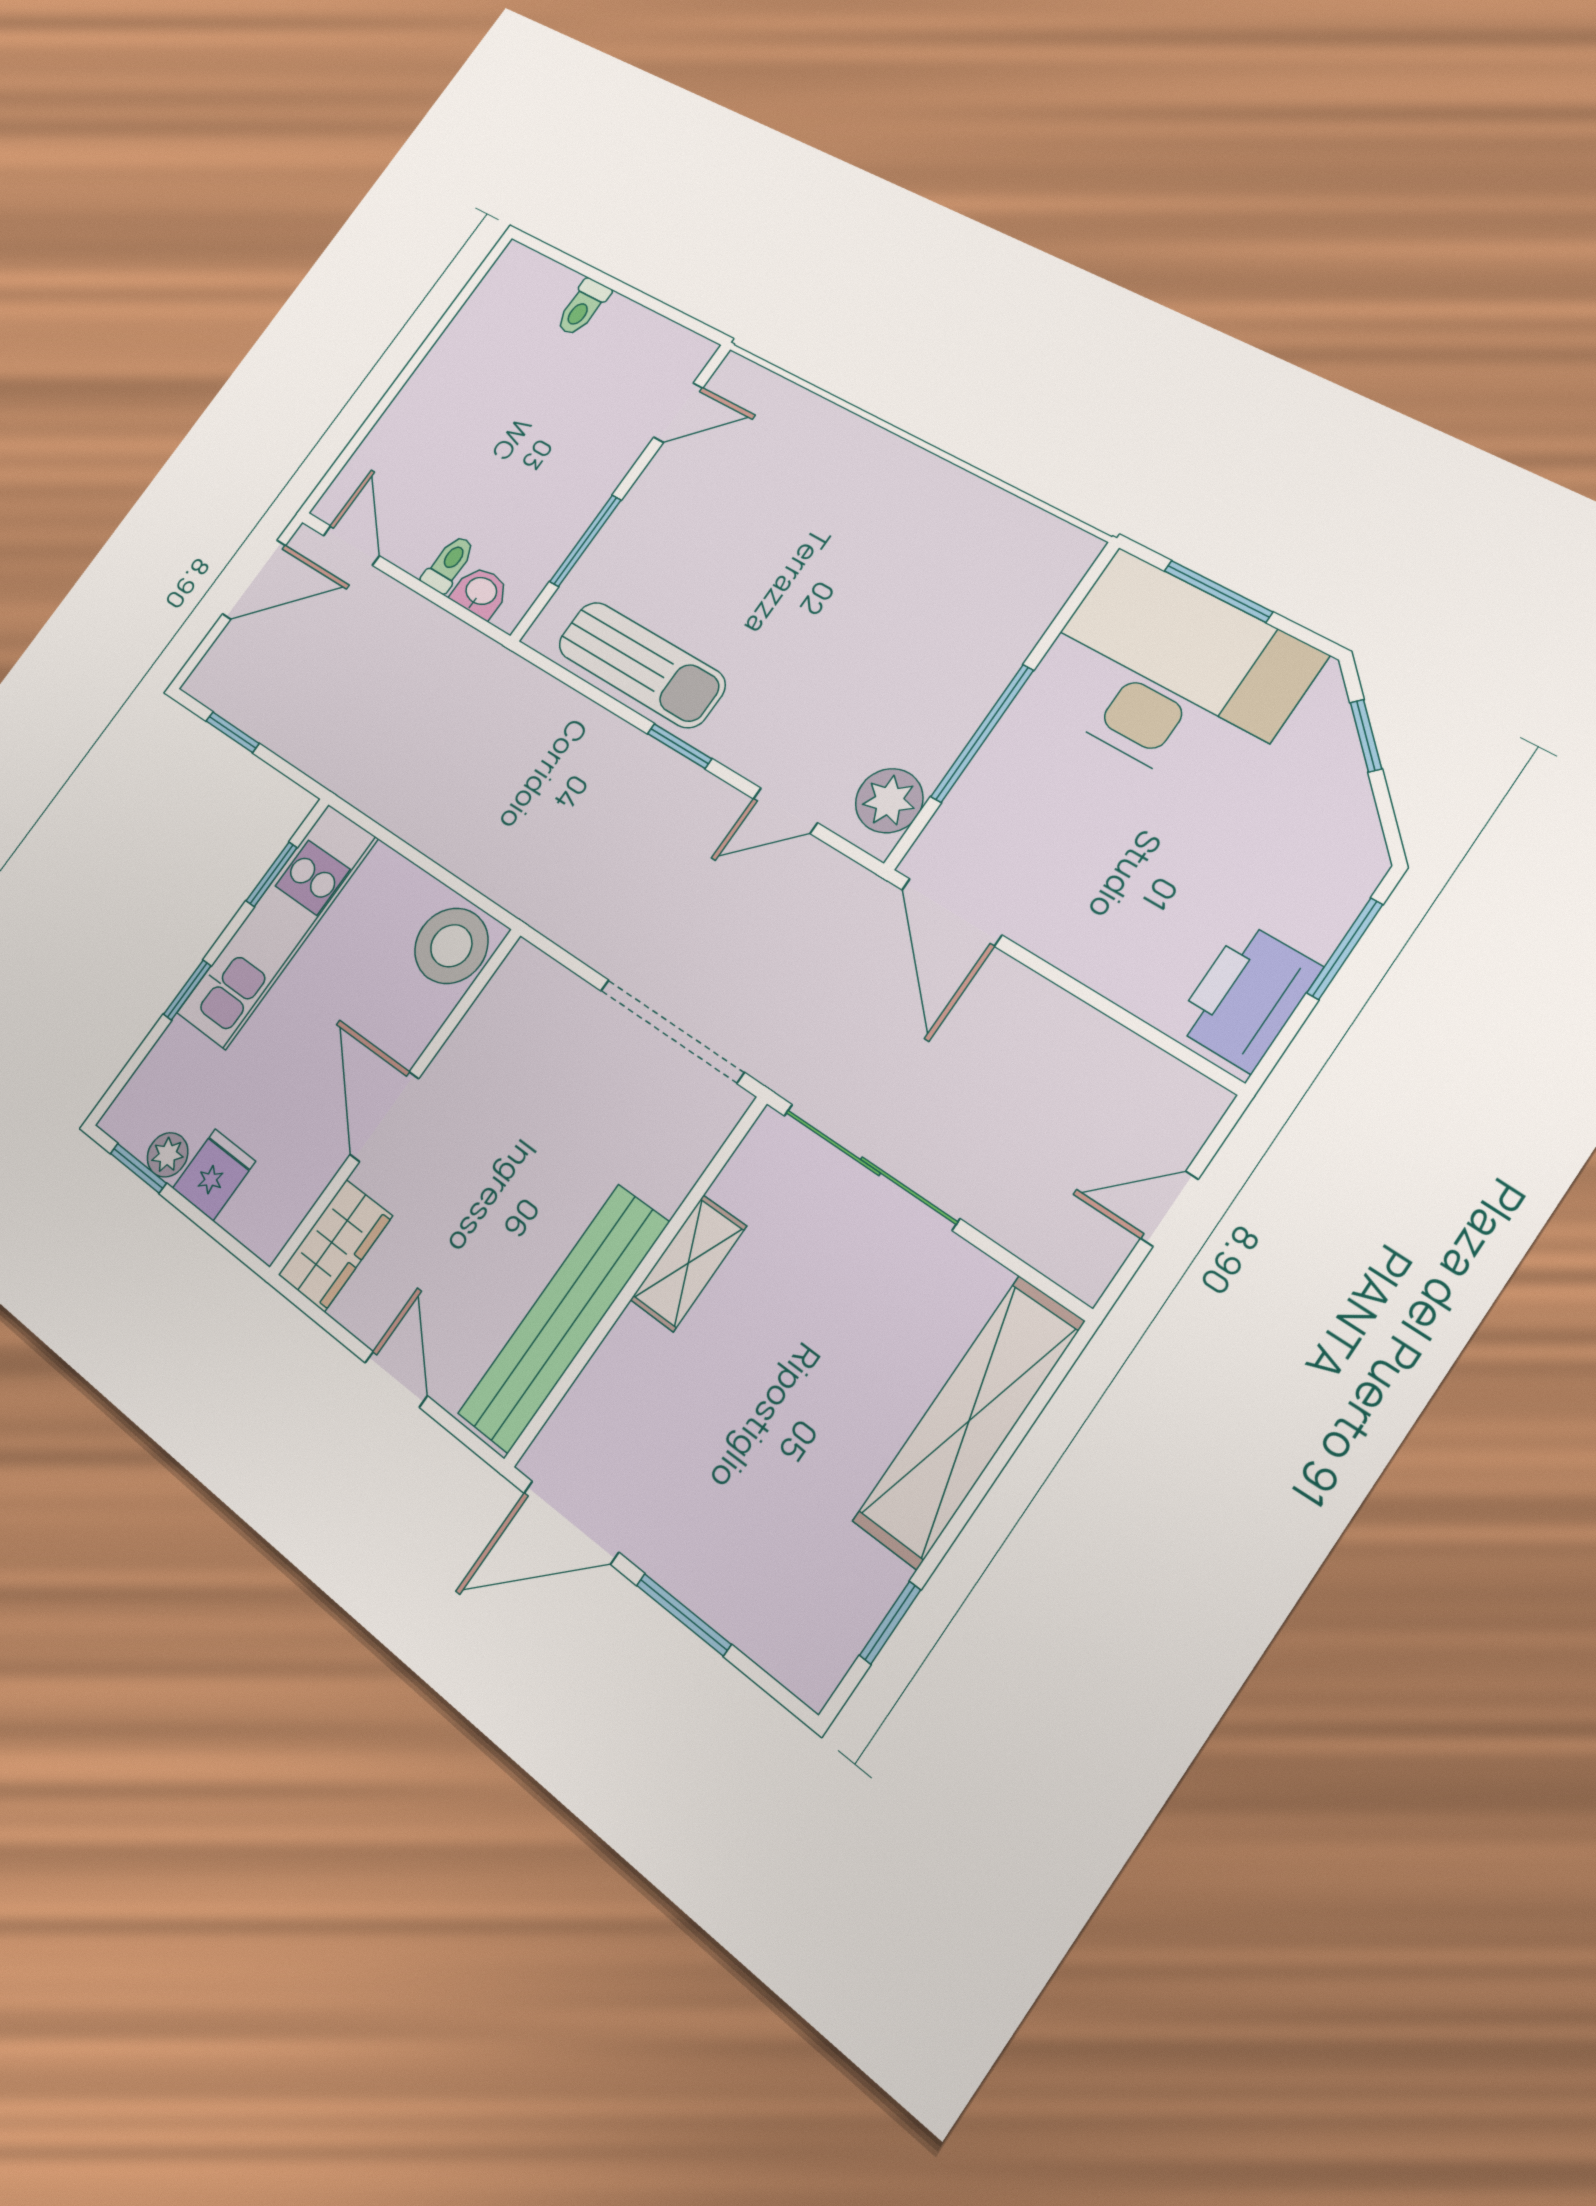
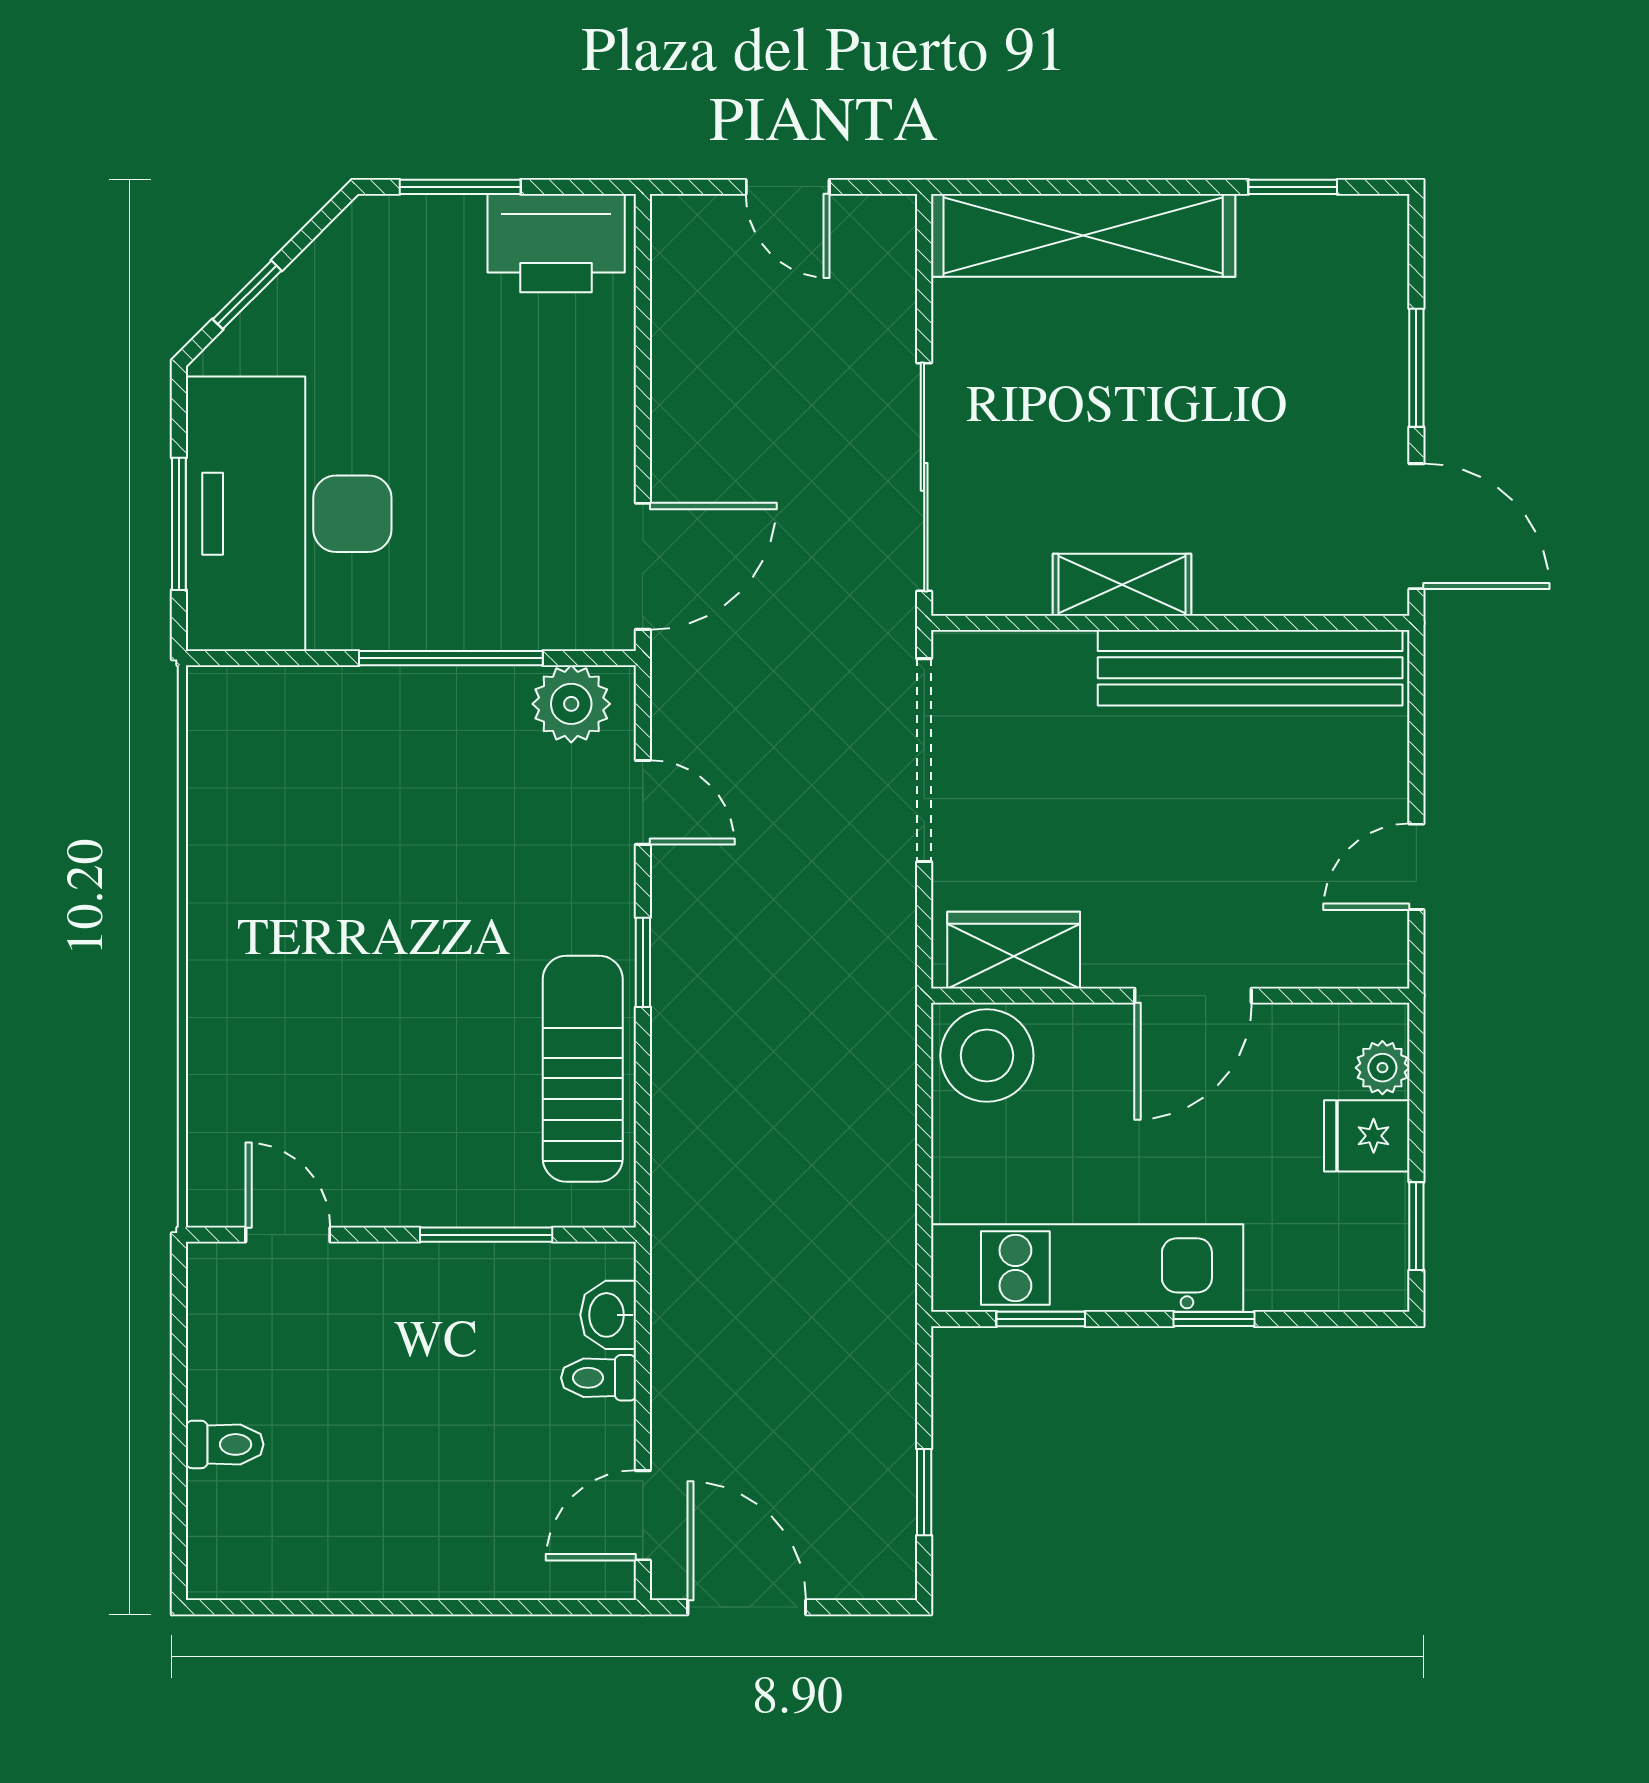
plant: (168, 1155) -> (1382, 1068), moved
wardrobe: (335, 1245) -> (1014, 950), moved
door: (396, 1379) -> (1416, 867), moved

